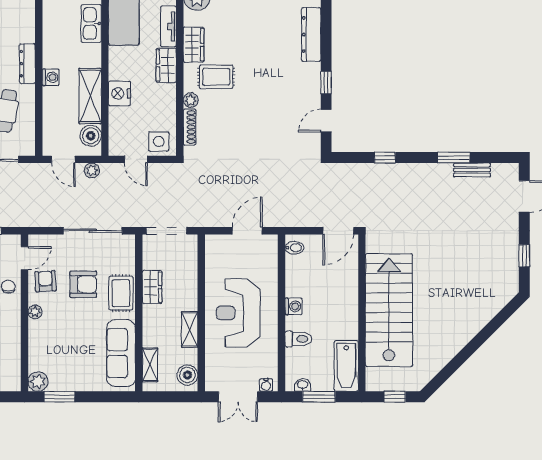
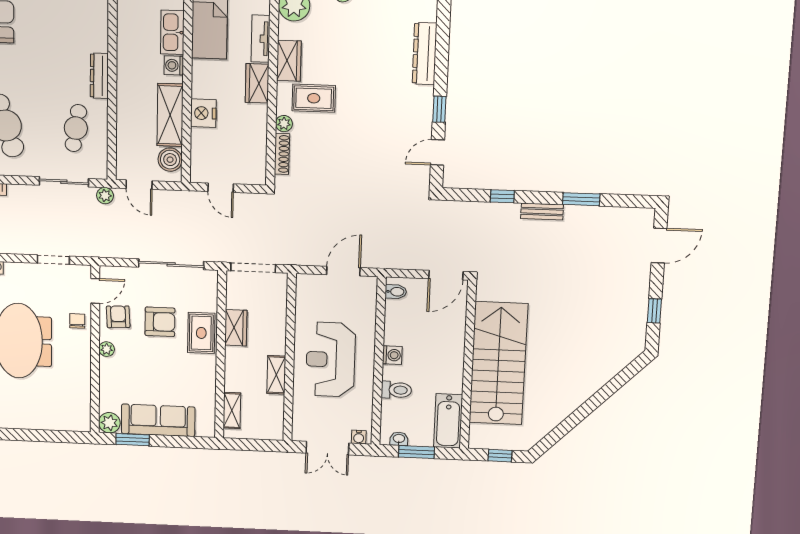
washing machine: (51, 77) -> (174, 65), moved, turned 180
side table: (159, 141) -> (247, 169), removed
plant: (92, 170) -> (105, 196), moved
bench: (472, 170) -> (542, 212), moved
sofa: (121, 353) -> (158, 420), moved, turned 90
boiler: (187, 375) -> (273, 423), removed

